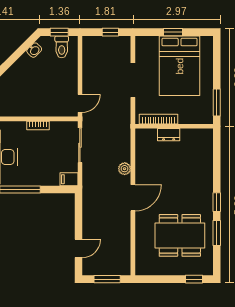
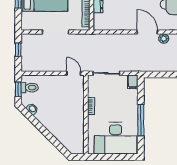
plant: (125, 169) -> (164, 39), moved

